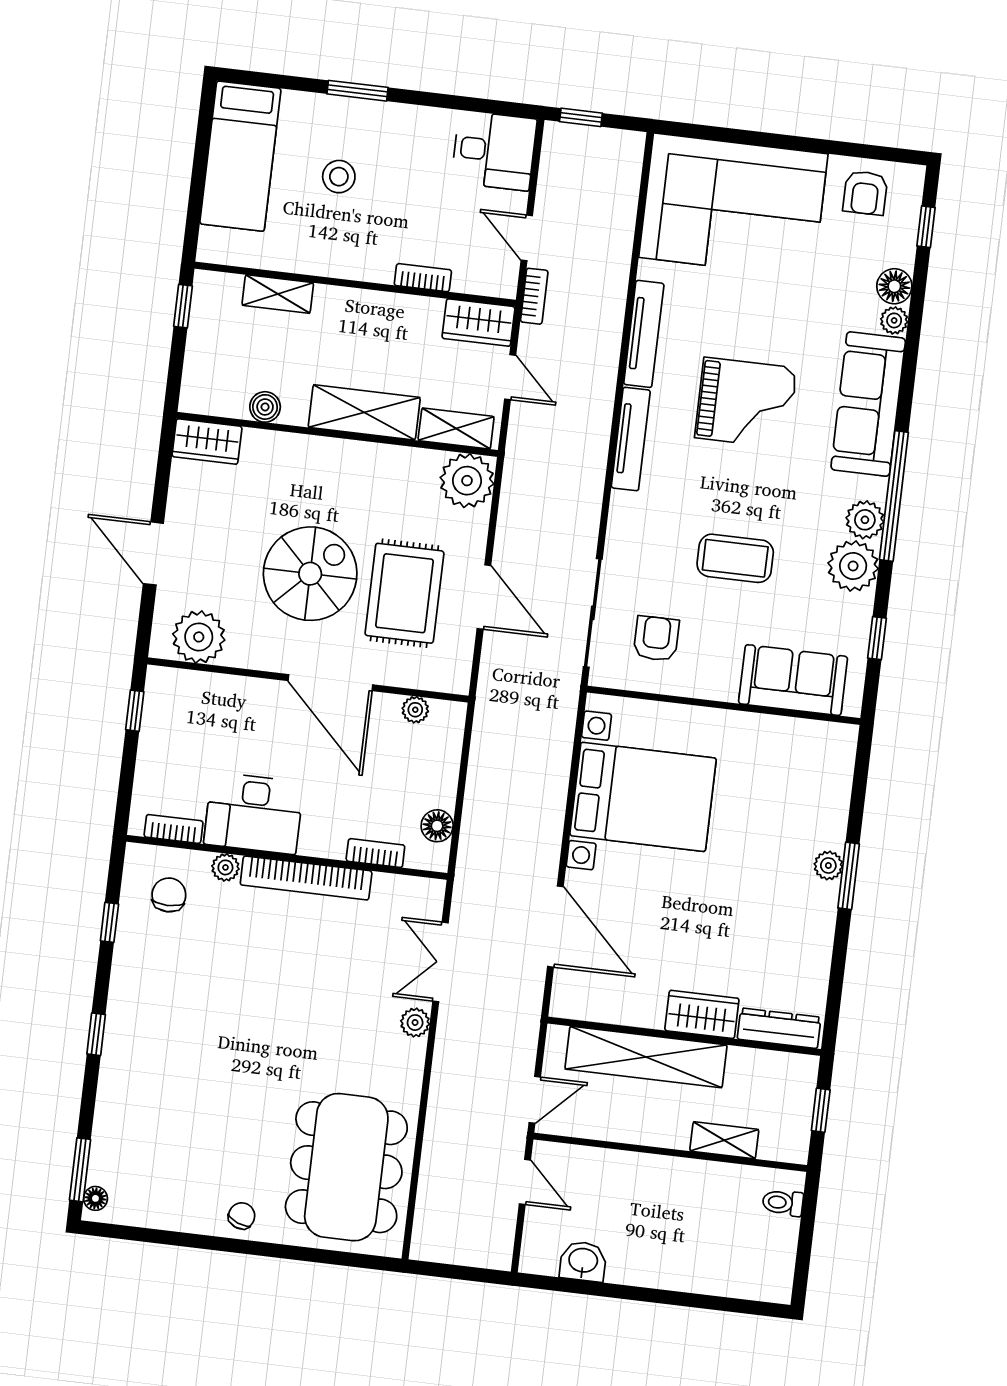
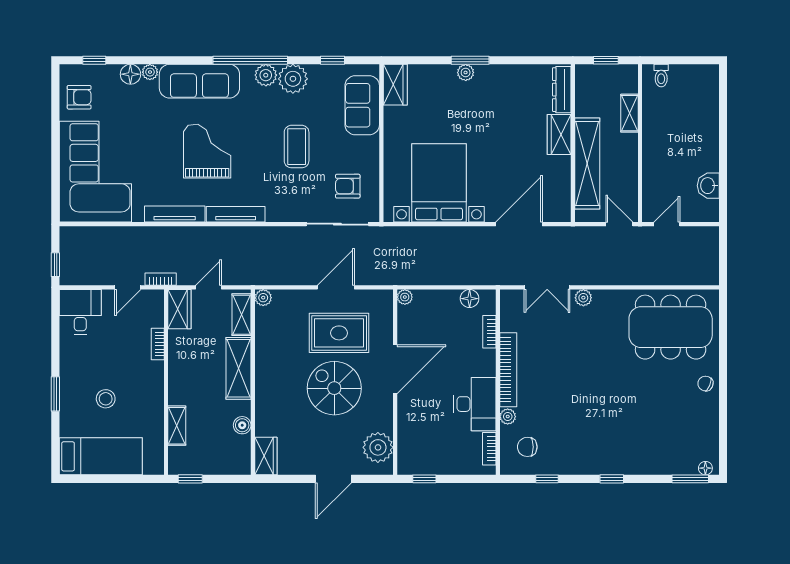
plant: (467, 481) -> (263, 298), width x0.53, depth x0.53
plant: (415, 710) -> (405, 297), moved
wardrobe: (822, 741) -> (395, 85), added

